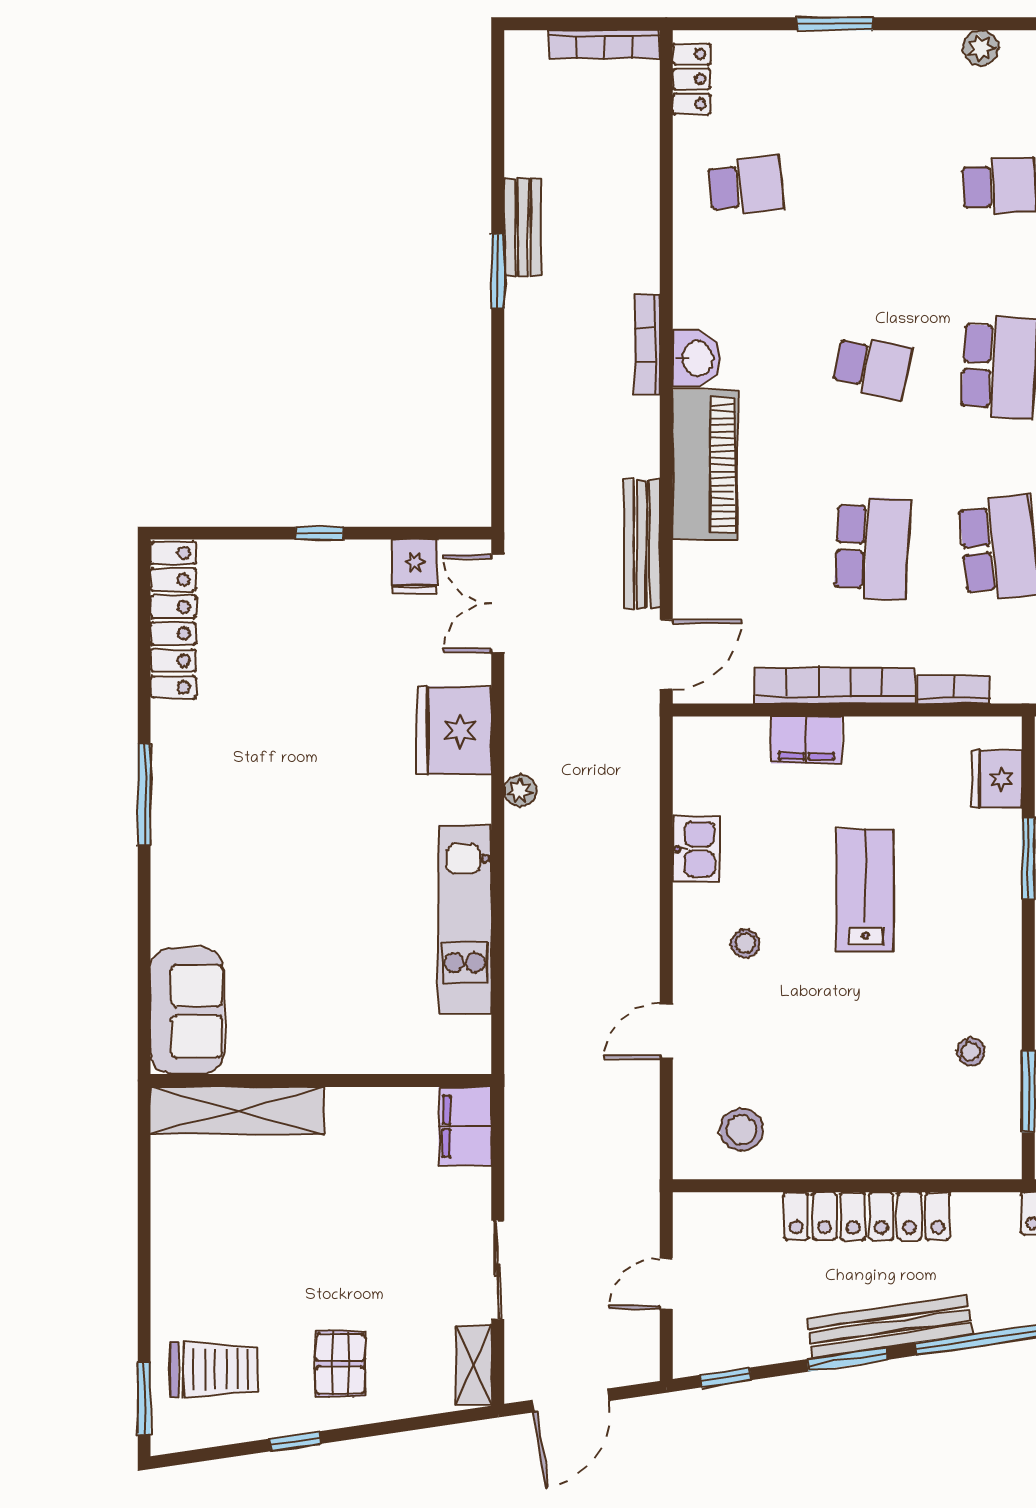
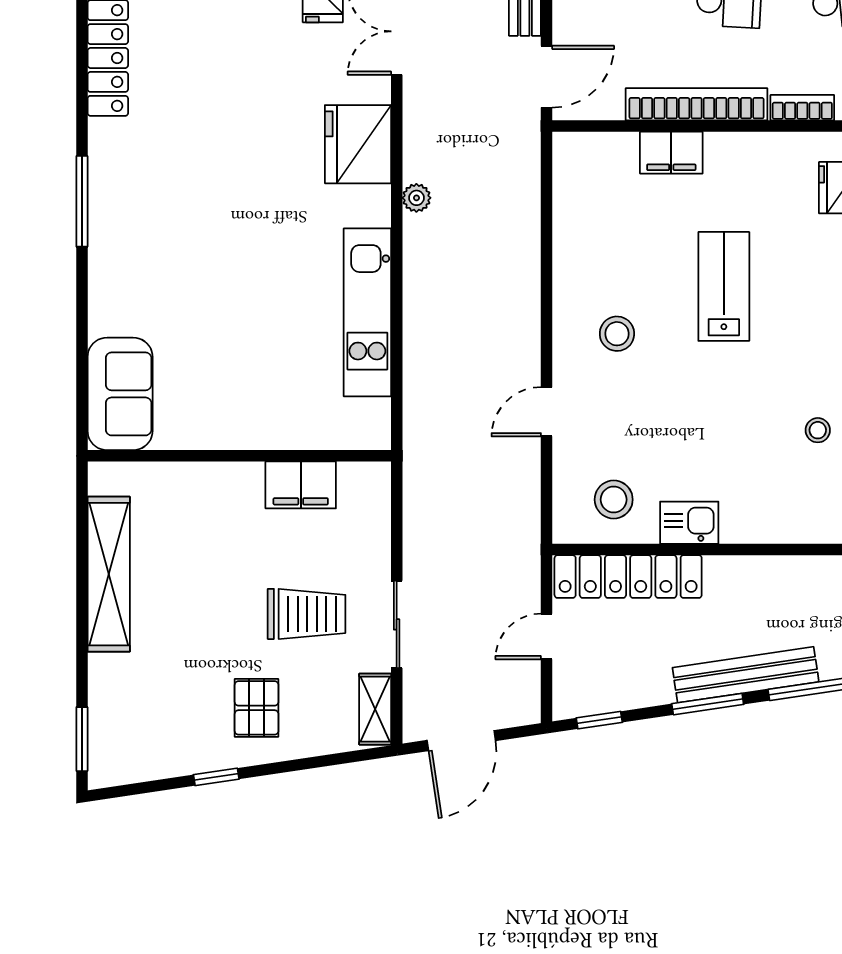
kitchen sink: (696, 849) -> (689, 523), moved, turned -90
stool: (745, 943) -> (617, 334), width x1.37, depth x1.37
shelving: (237, 1111) -> (109, 574), moved, turned 90
filing cabinet: (465, 1126) -> (301, 485), moved, turned -90
locker: (867, 1216) -> (628, 577), moved
trolley: (215, 1370) -> (307, 614), moved

